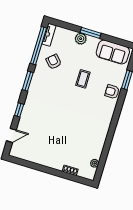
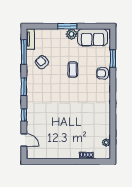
plant: (81, 39) -> (71, 34), moved
window: (38, 46) -> (24, 52), width x0.68
door: (11, 135) -> (24, 140), hinge flipped

